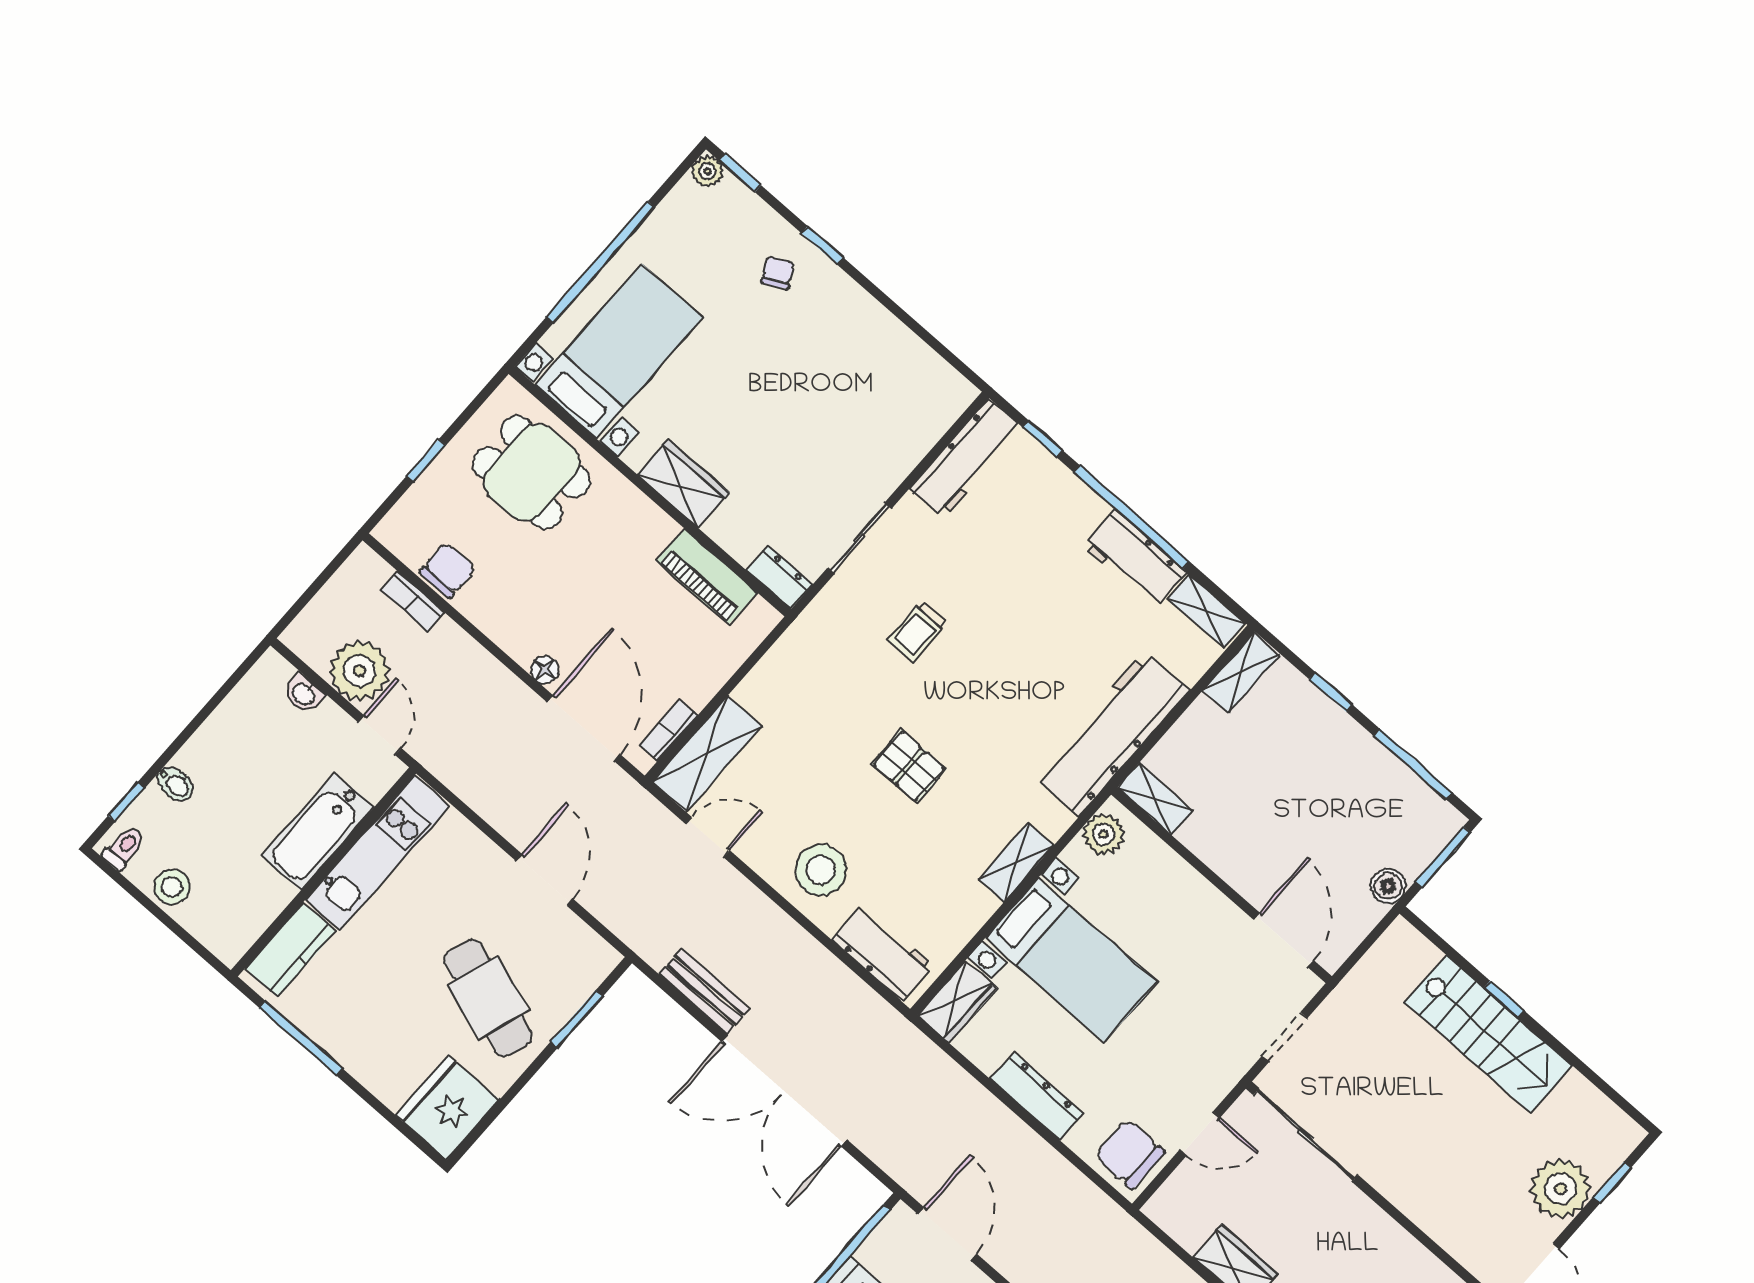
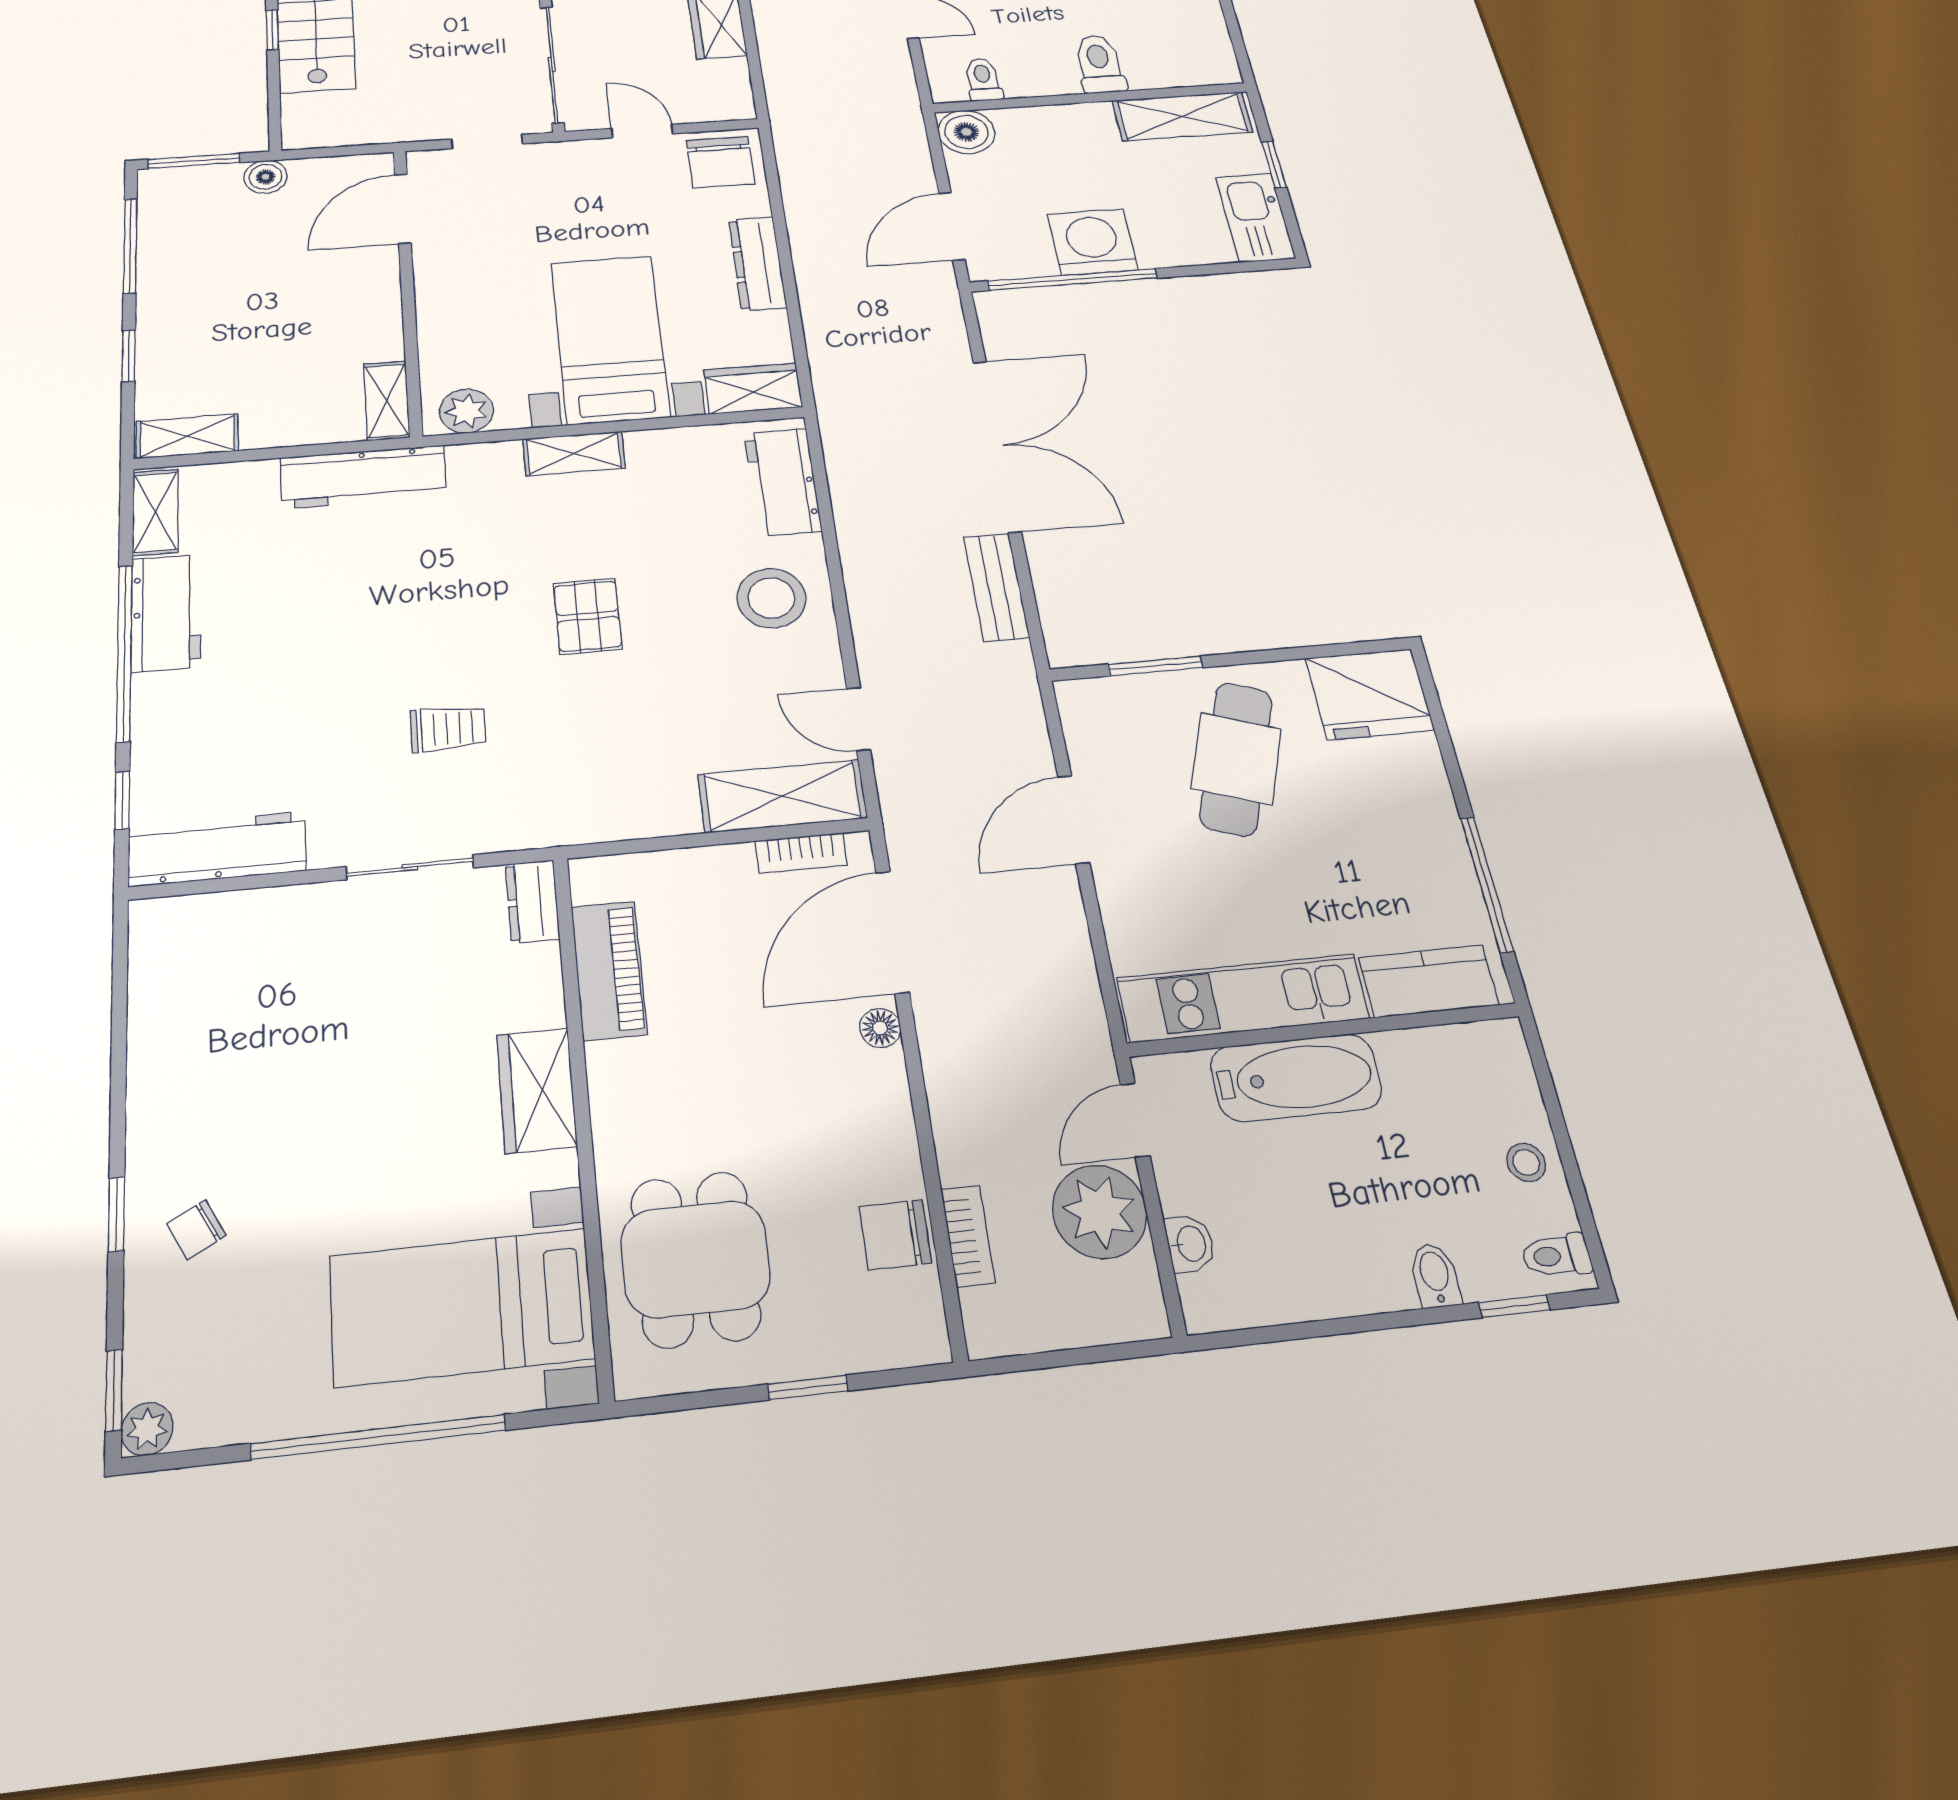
workbench: (1111, 734) -> (363, 477), width x0.73, depth x0.76
stool: (172, 887) -> (1526, 1162), width x0.73, depth x0.73

